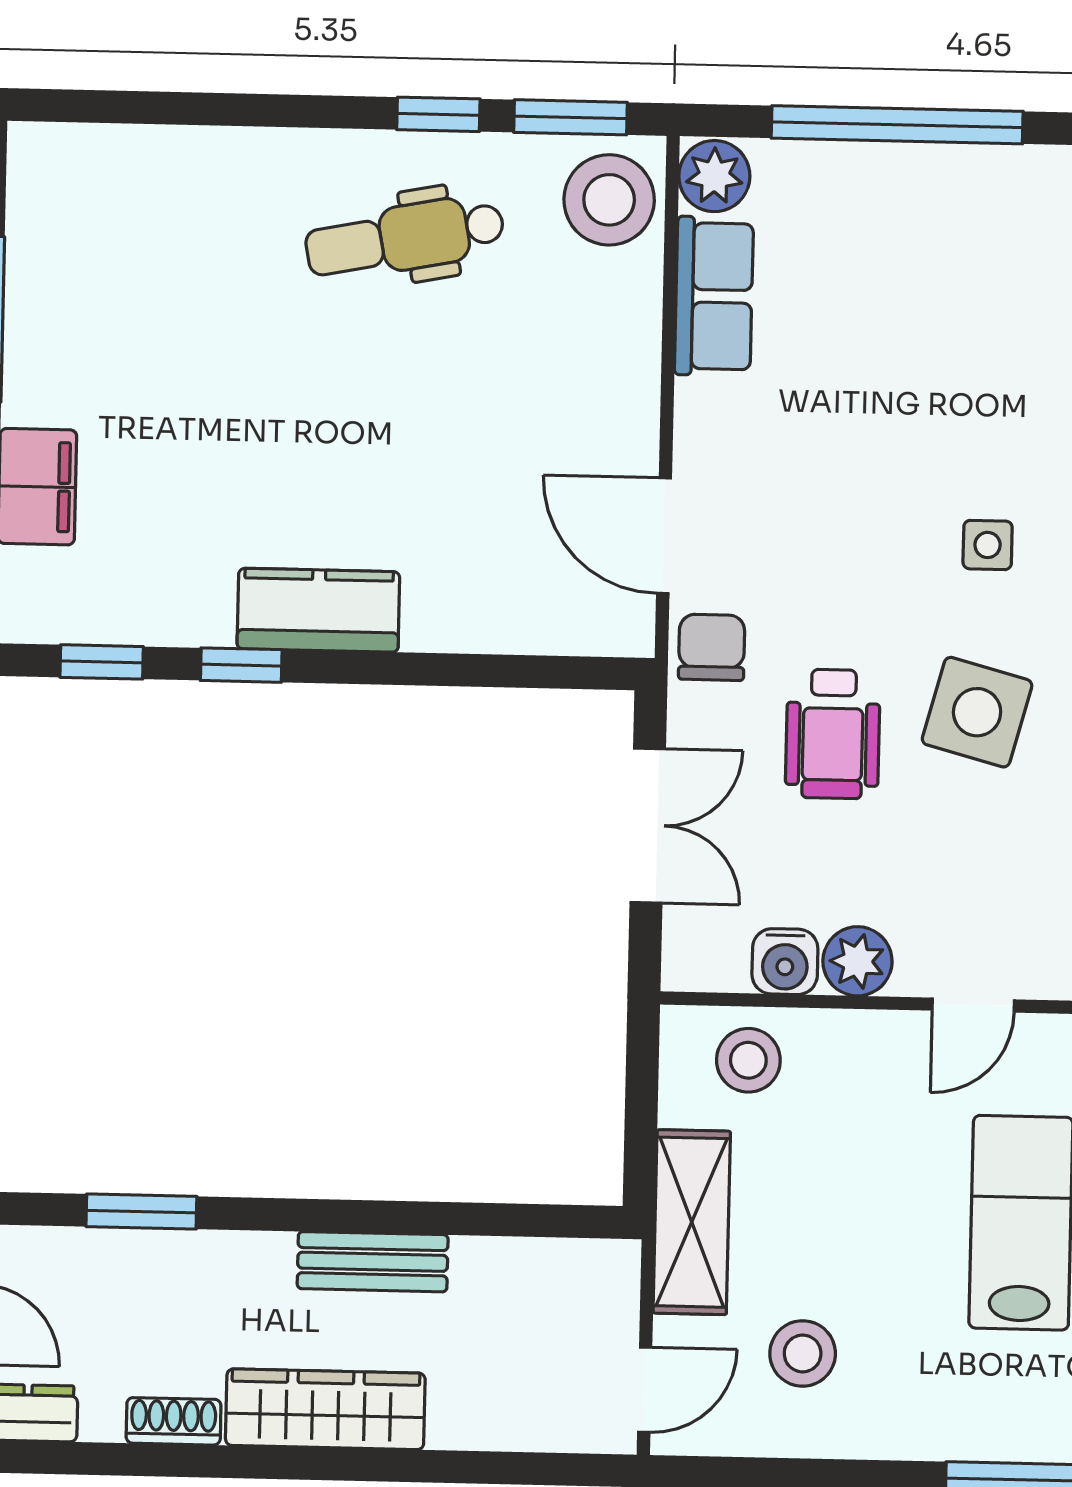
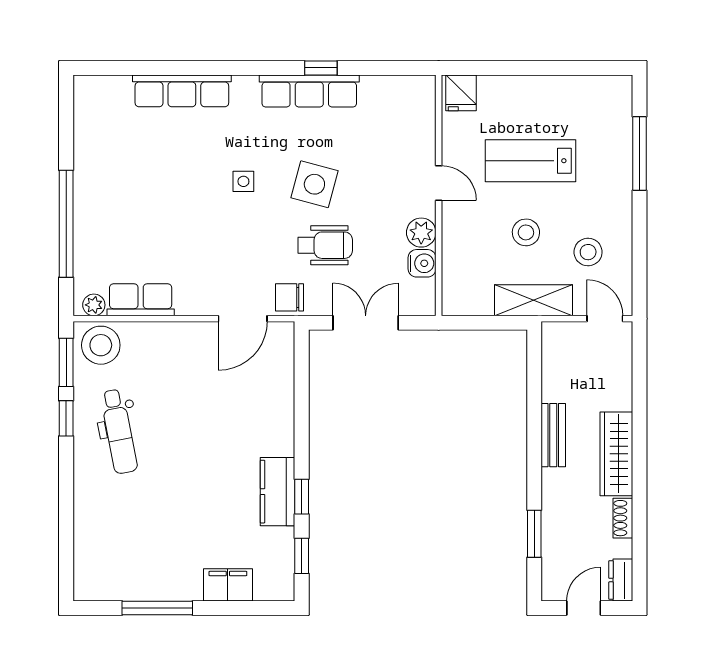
plant: (714, 176) -> (94, 305), width x0.73, depth x0.73
kitchen counter: (318, 610) -> (278, 492), moved
stool: (748, 1060) -> (526, 232), moved

